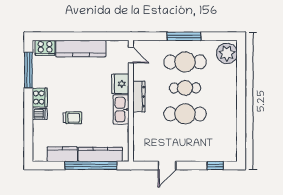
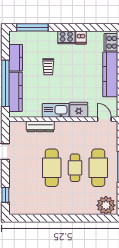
door: (131, 55) -> (104, 119), swing flipped
window: (28, 70) -> (32, 27), moved
dresser: (139, 97) -> (40, 126), moved
dishwasher: (40, 114) -> (81, 37), moved

